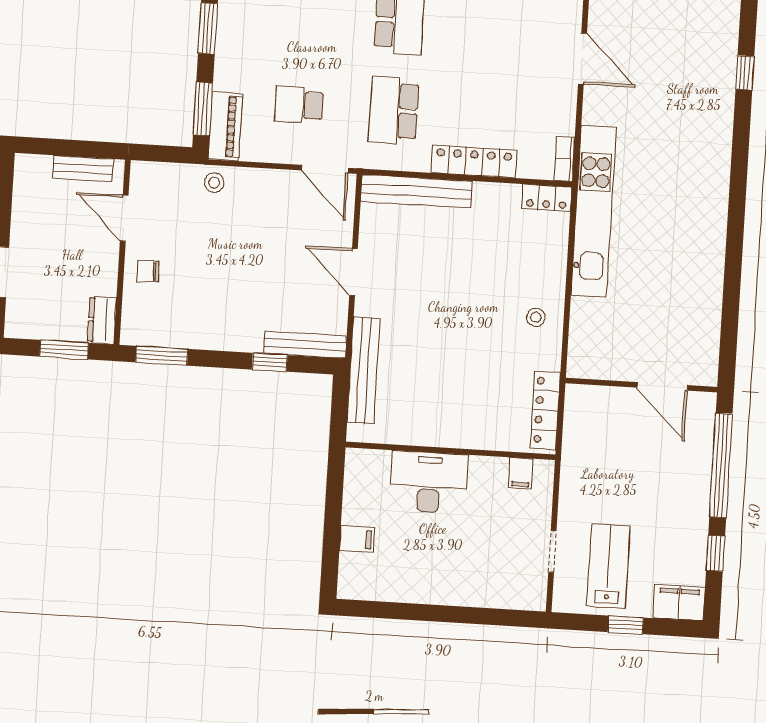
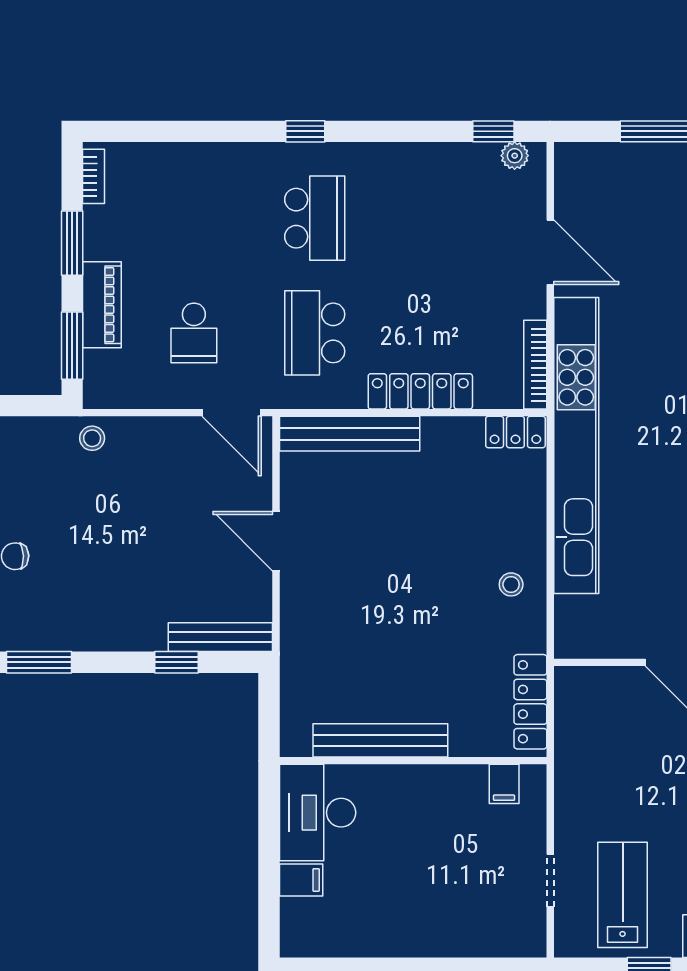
school desk: (299, 105) -> (194, 333), turned -90
piano: (225, 126) -> (102, 305), moved
bookcase: (565, 159) -> (535, 365), width x1.56
kitchen unit: (594, 211) -> (576, 445), width x1.36
bench: (363, 370) -> (380, 740), moved, turned 90
desk: (429, 482) -> (318, 813), moved, turned -90

